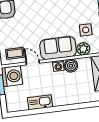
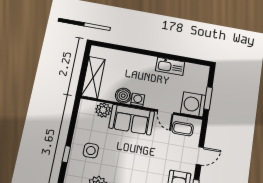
side table: (86, 30) -> (91, 151), moved

